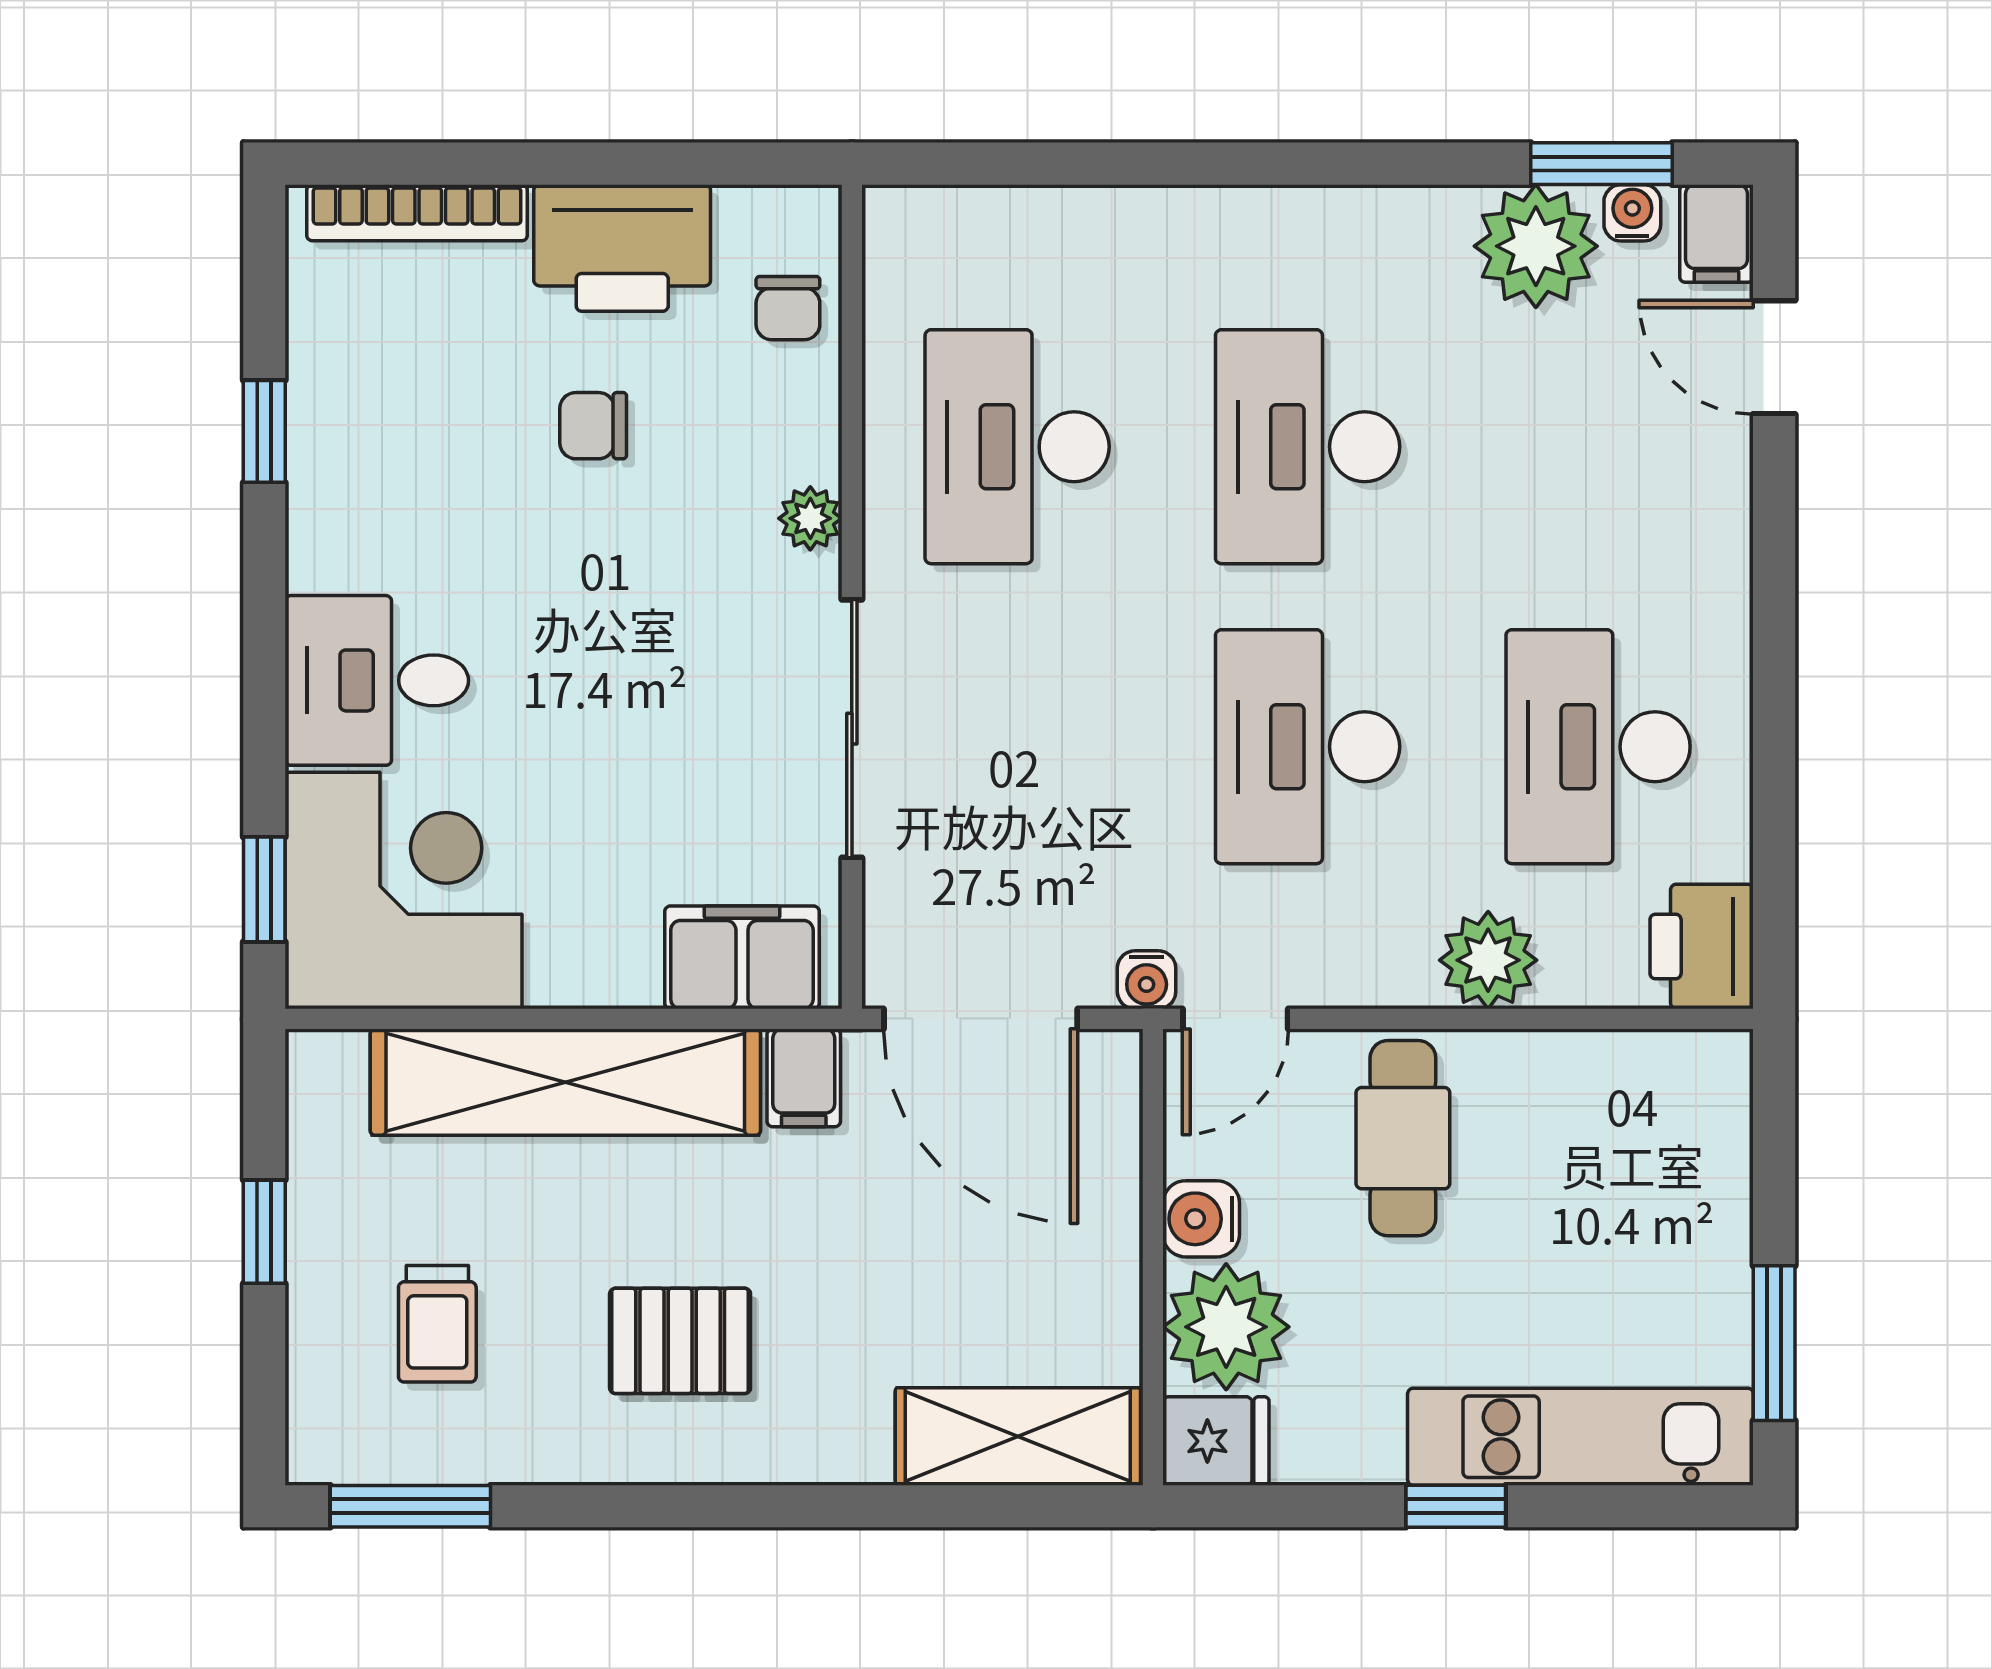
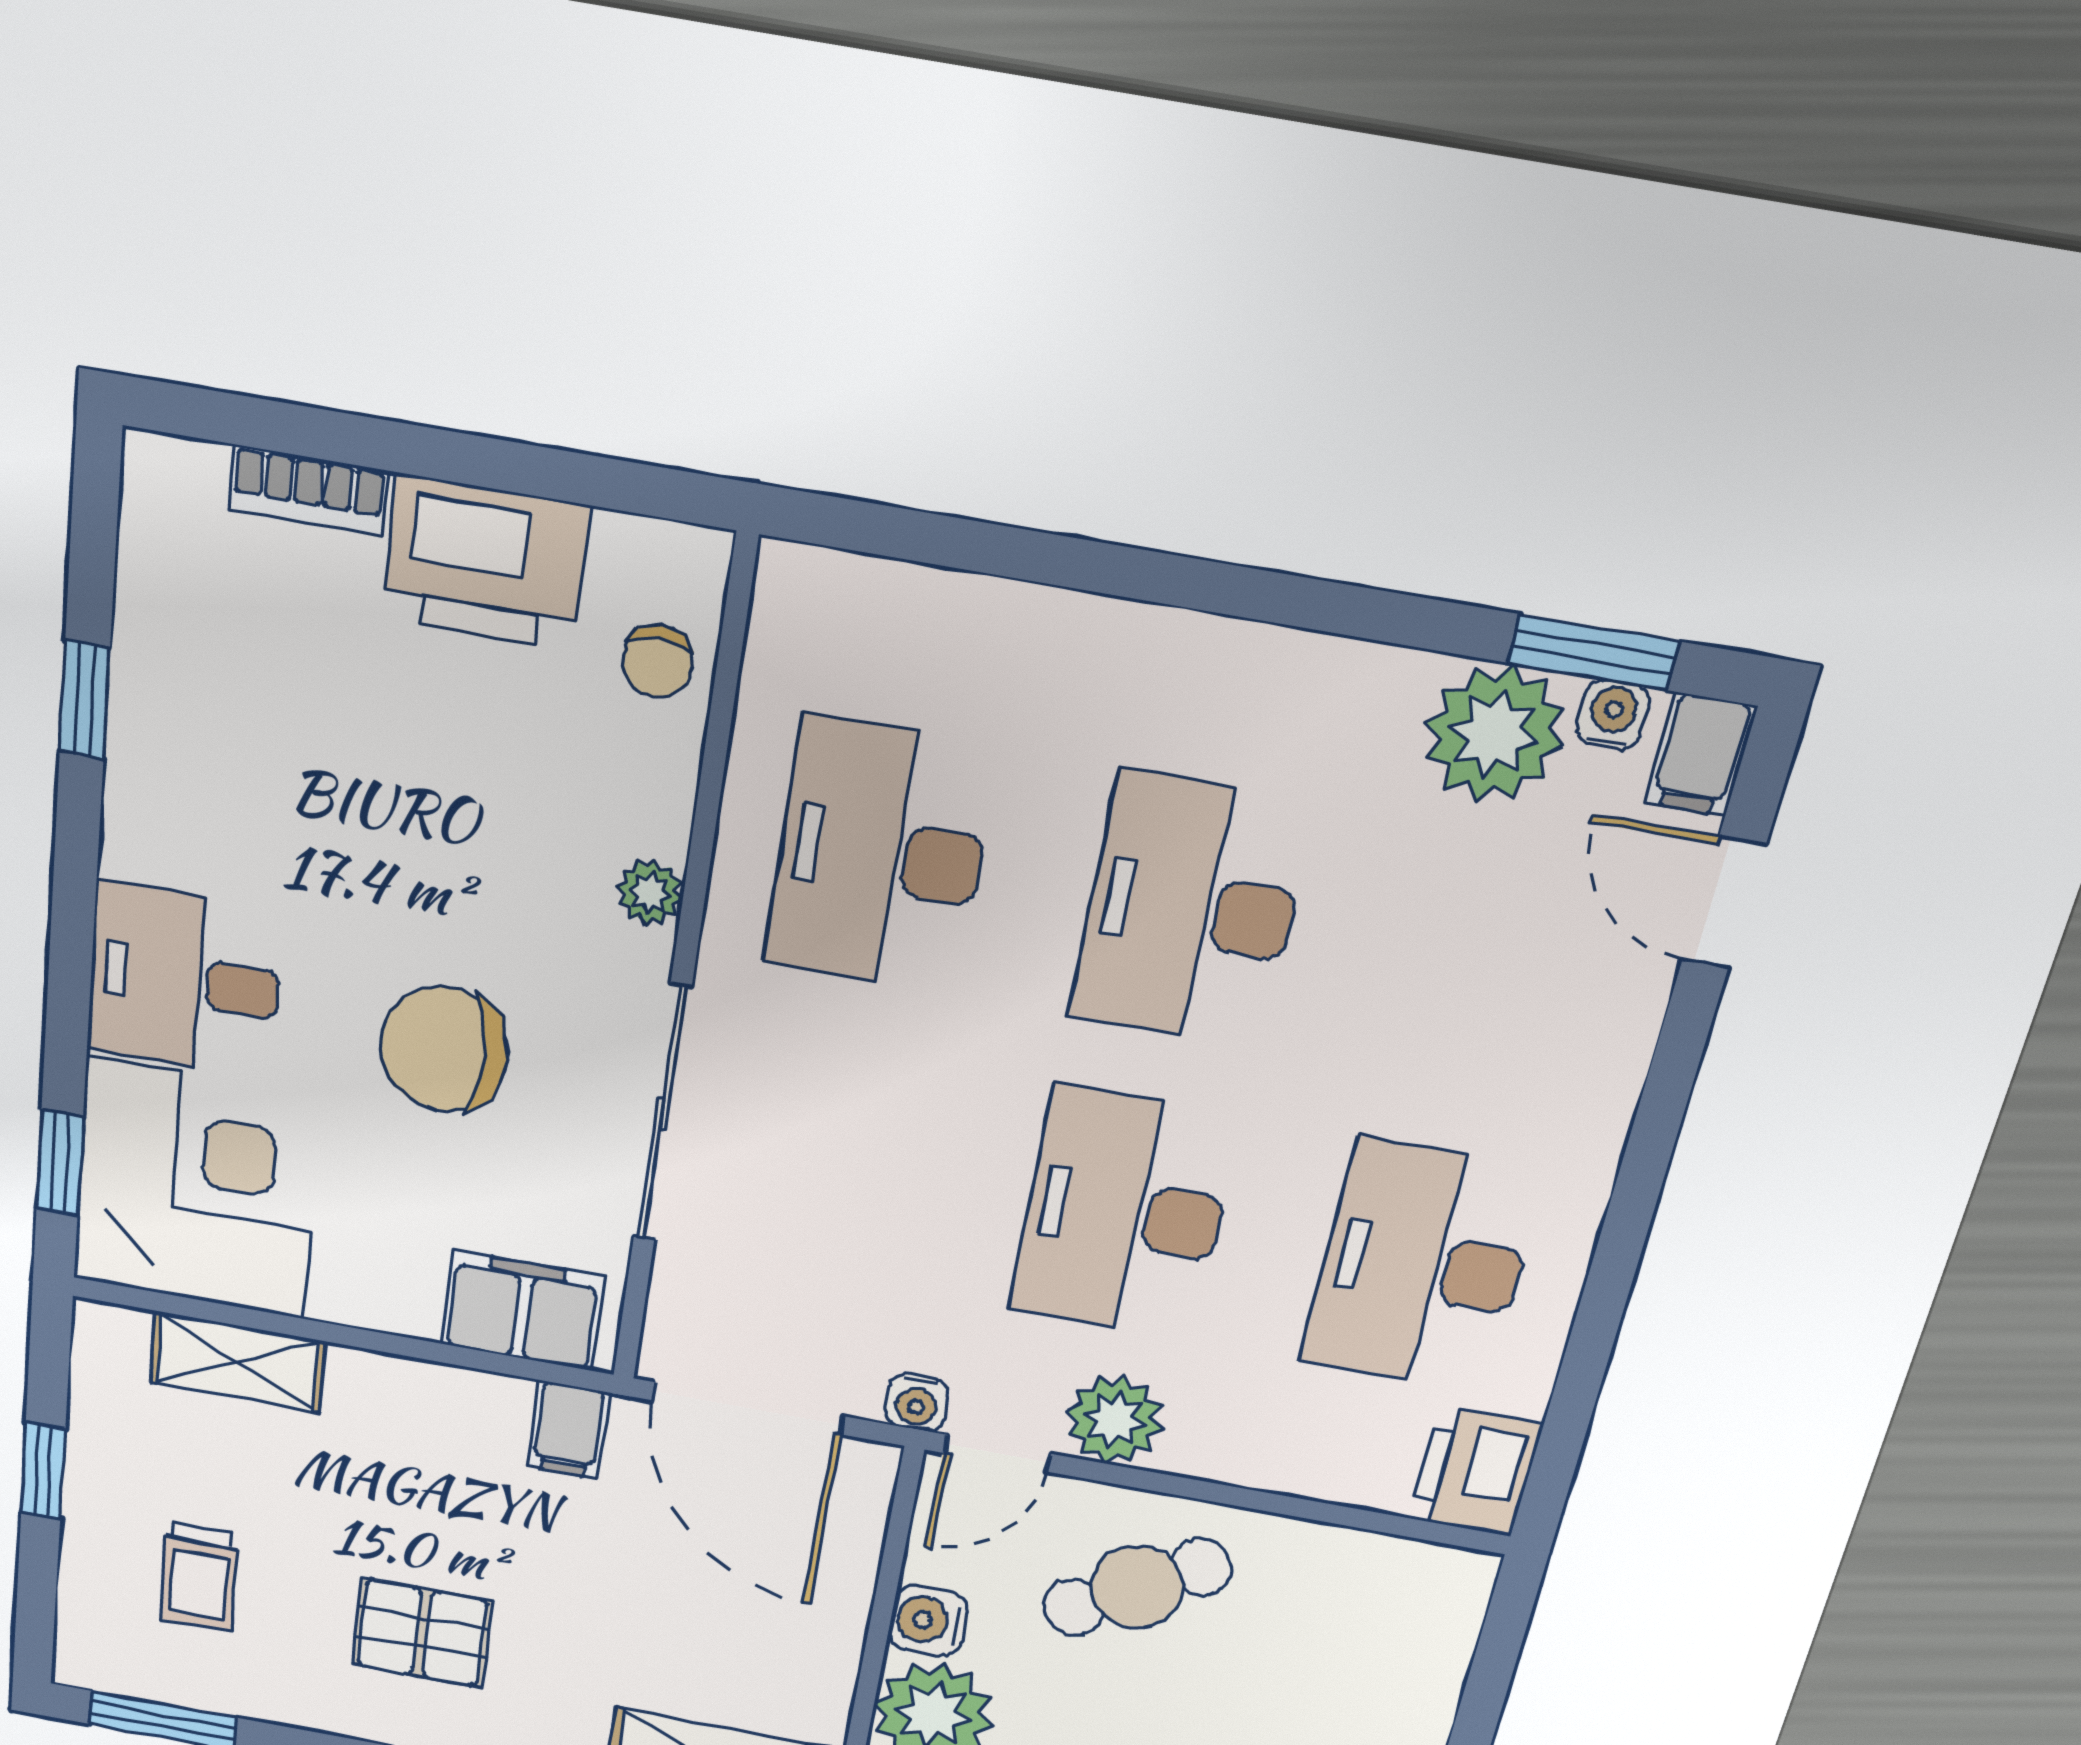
bookcase: (417, 213) -> (308, 490), width x0.64
chair: (593, 426) -> (444, 1049), moved, width x1.87, depth x1.87
plant: (1488, 960) -> (1115, 1420), moved
shelving: (565, 1082) -> (237, 1362), width x0.45, depth x0.75
cafe table: (1403, 1138) -> (1137, 1587), turned 59

